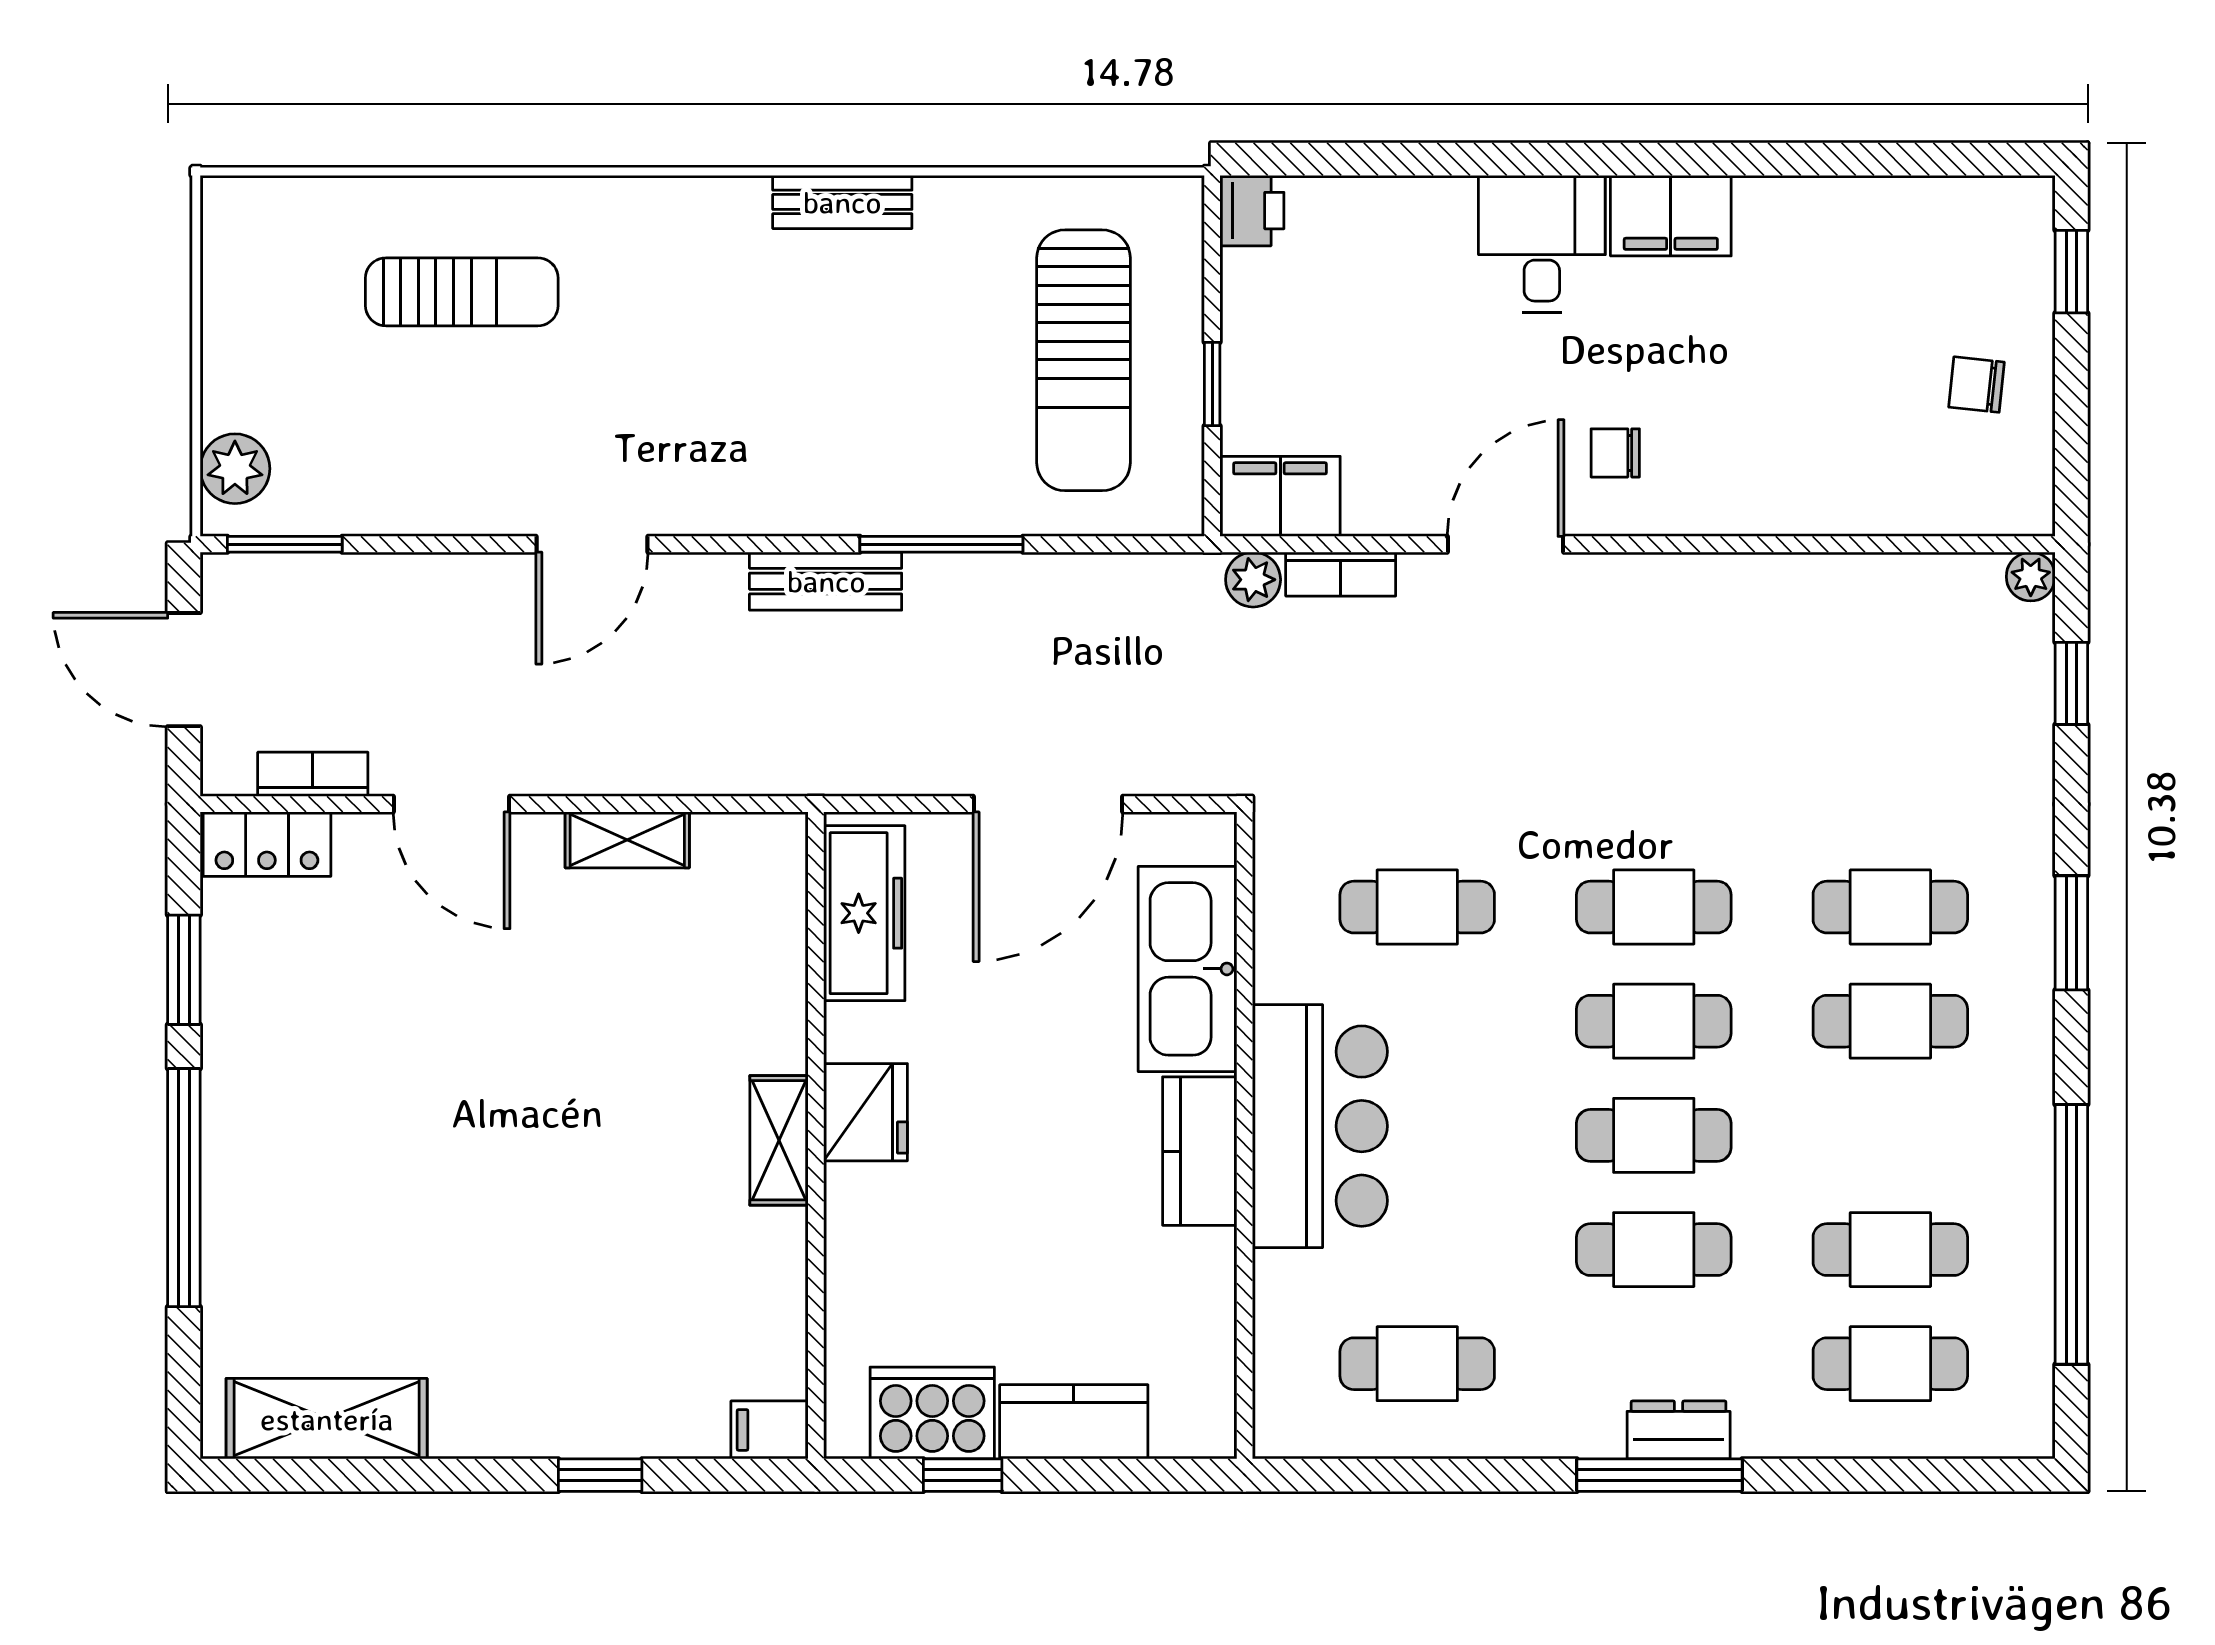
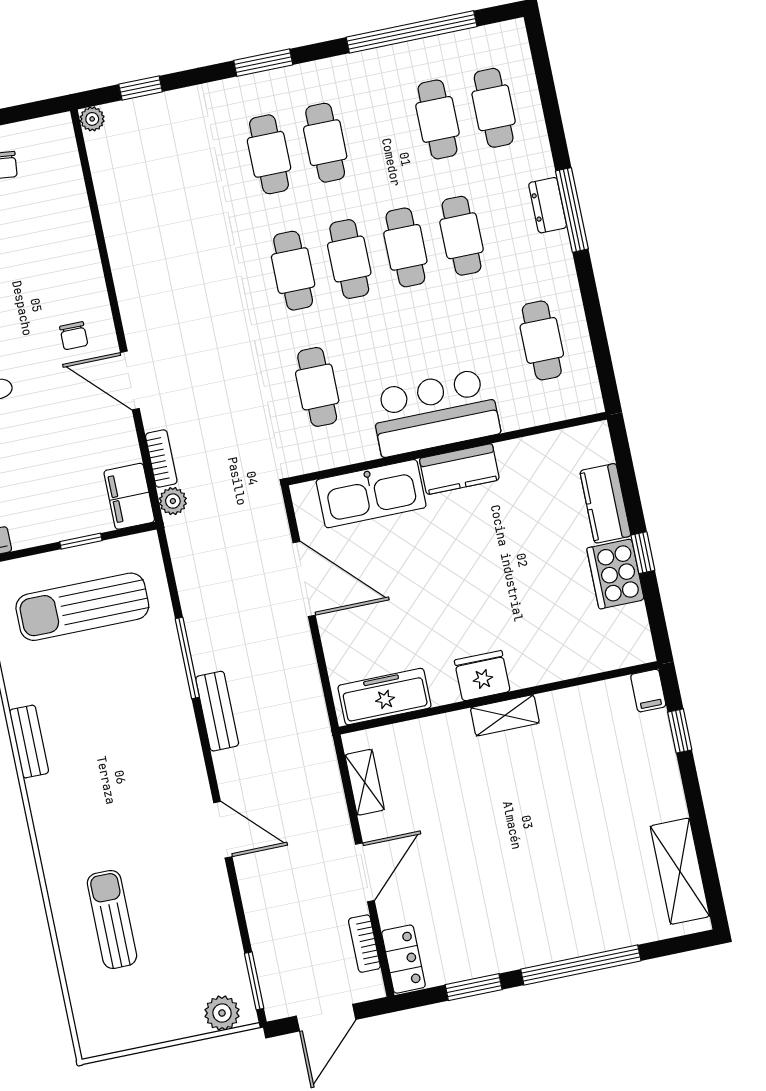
sun lounger: (1084, 360) -> (82, 607), turned 180
freezer: (864, 913) -> (384, 697), moved
fridge: (866, 1112) -> (482, 676), moved
wall: (816, 1135) -> (499, 698), moved
shelving: (779, 1140) -> (505, 715), moved
filing cabinet: (770, 1430) -> (648, 691), moved

